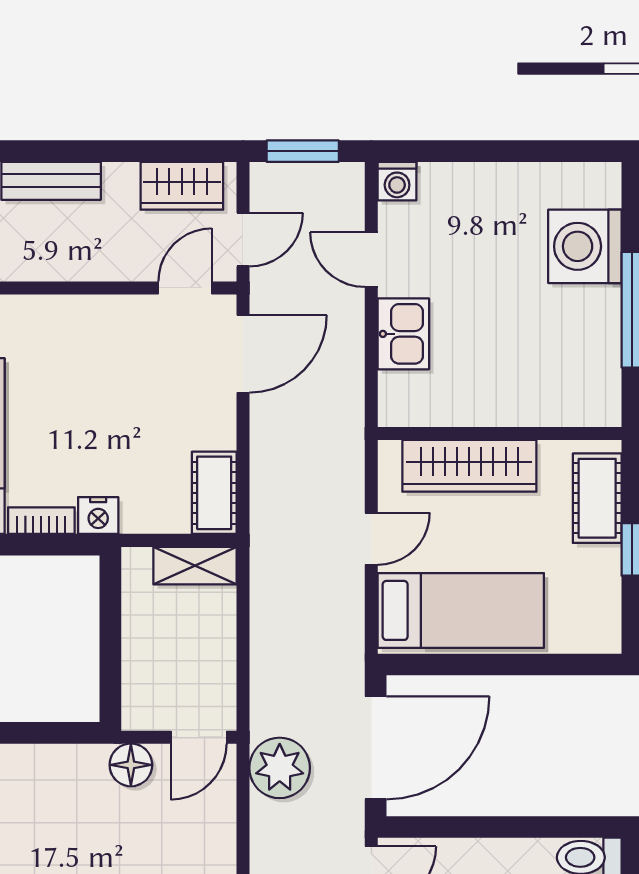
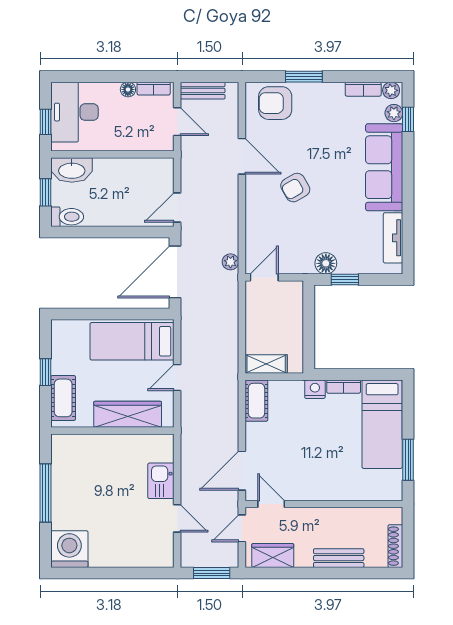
washing machine: (397, 181) -> (164, 558), removed
washing machine: (585, 246) -> (69, 549), moved, turned -90
door: (185, 288) -> (271, 504), swing flipped
window: (39, 733) -> (345, 280), added
floor lamp: (131, 765) -> (326, 263), moved
plant: (280, 768) -> (230, 262), width x0.53, depth x0.53

